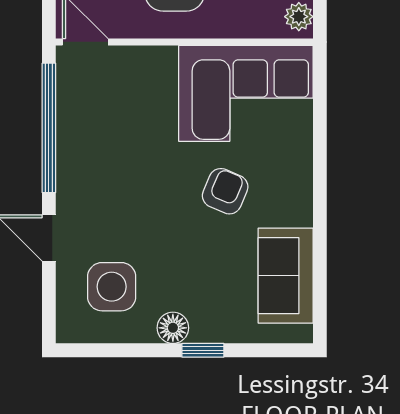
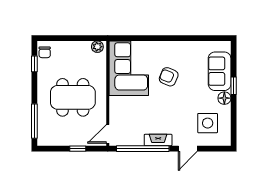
fireplace: (70, 165) -> (158, 140), added
sofa: (286, 276) -> (220, 71), moved, turned 90

